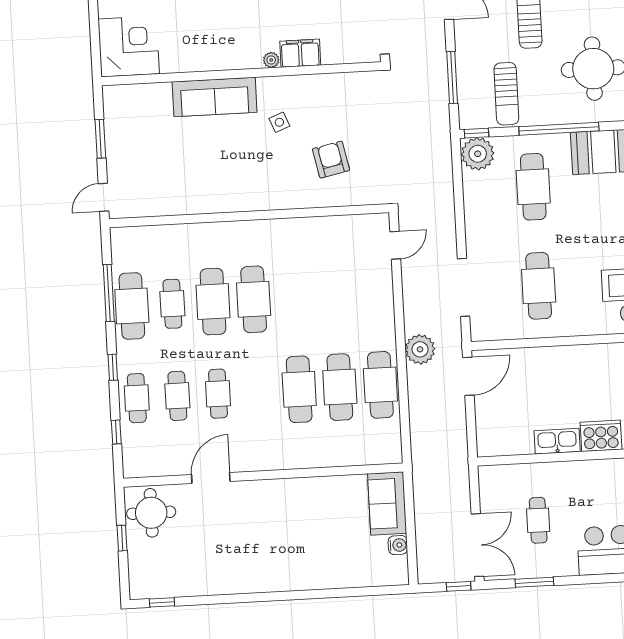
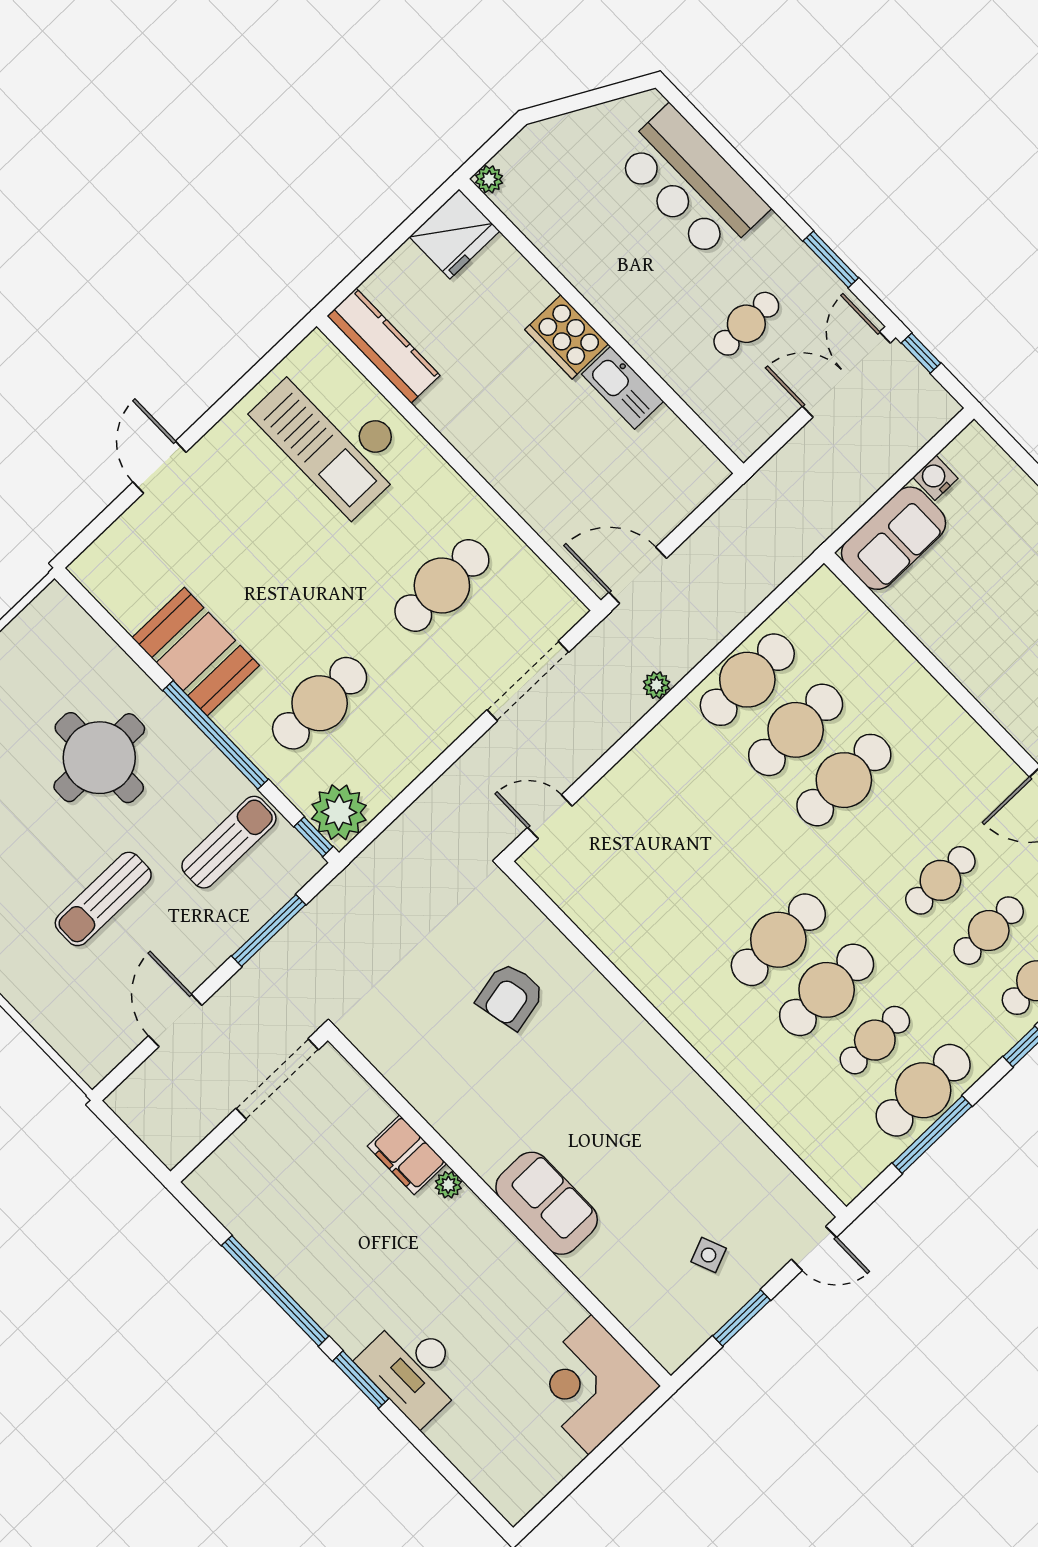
sofa: (215, 97) -> (547, 1203), width x0.73
side table: (279, 122) -> (709, 1255), moved
plant: (420, 349) -> (657, 685), width x0.53, depth x0.53

